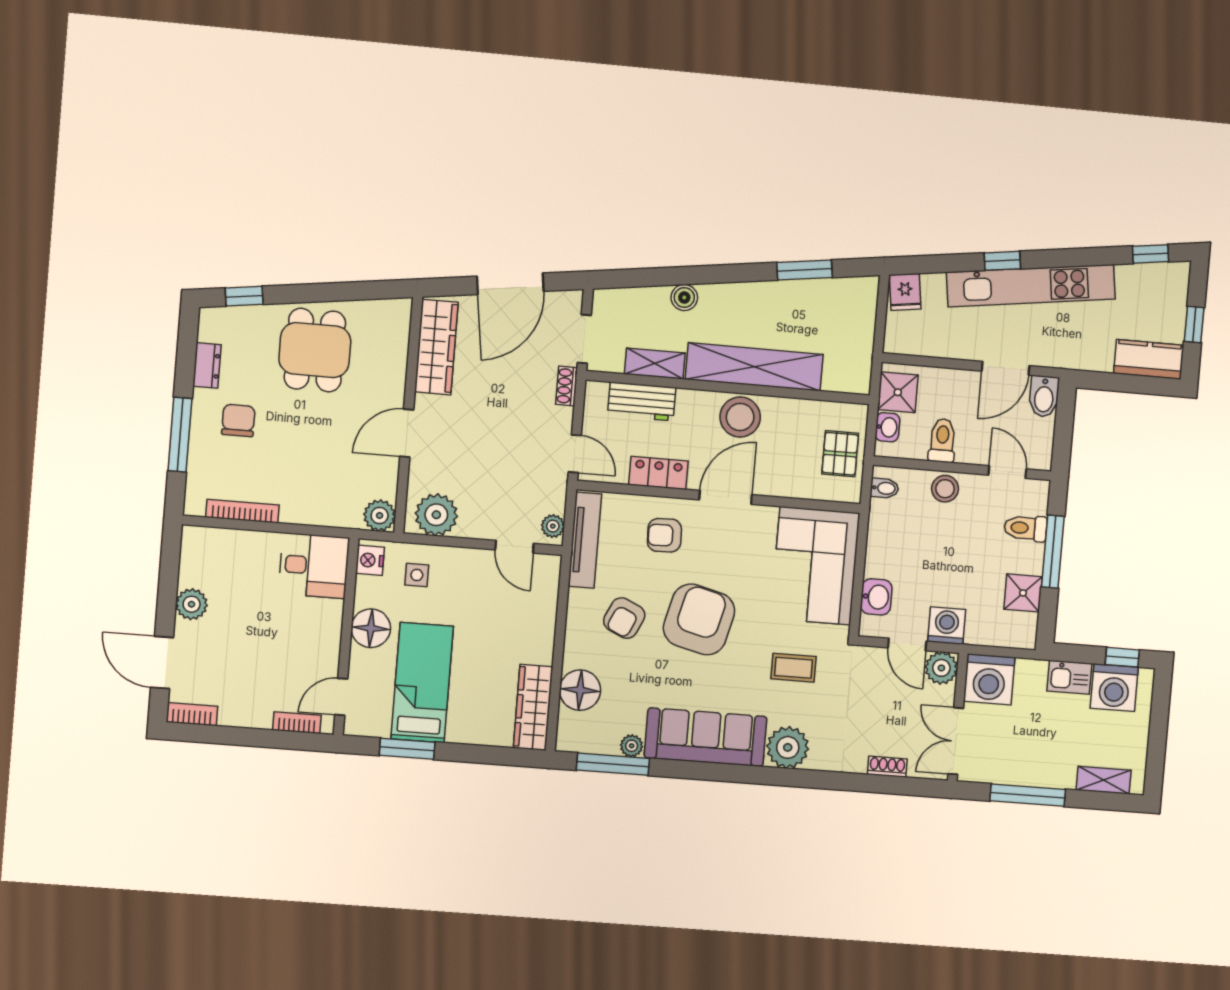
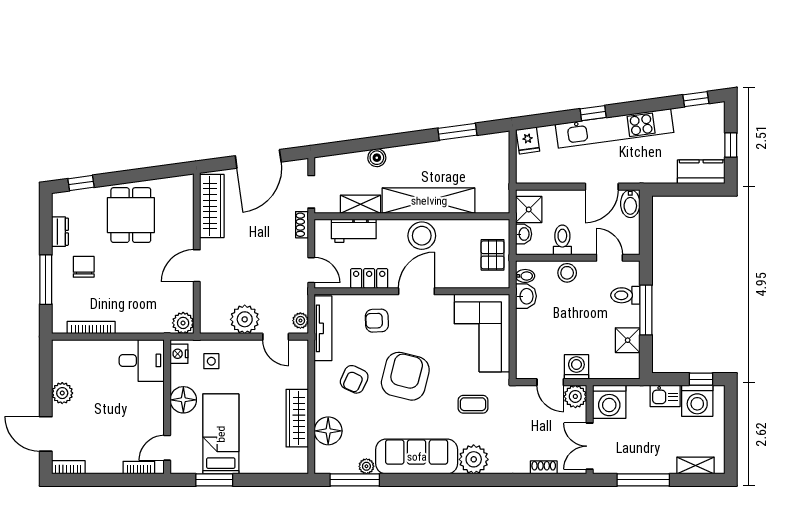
plant: (436, 515) -> (245, 319), moved
washbasin: (876, 597) -> (526, 296), moved
wardrobe: (533, 707) -> (297, 418), moved

